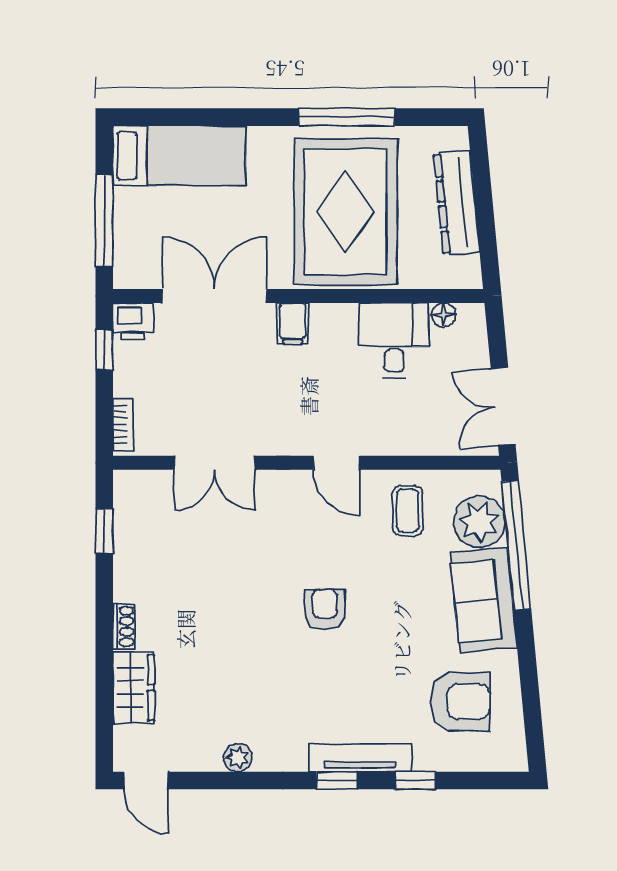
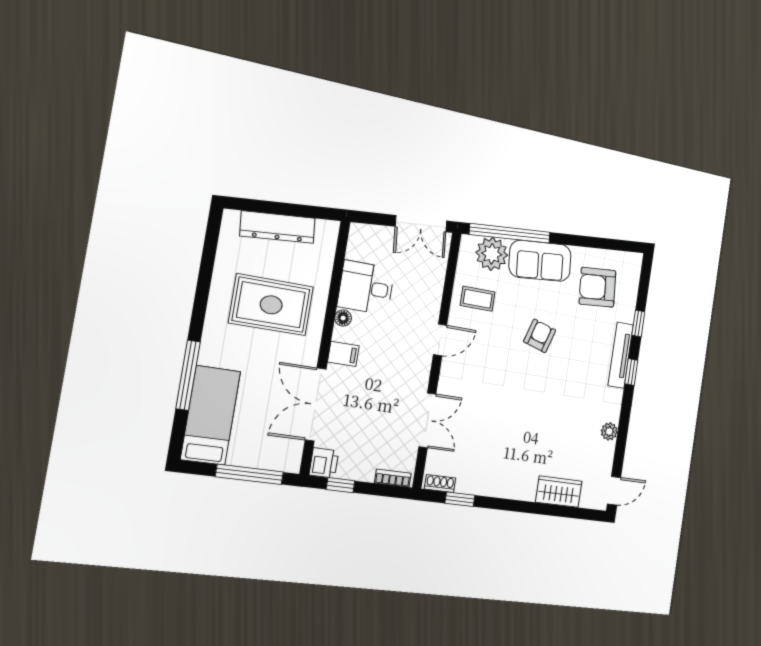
window: (346, 117) -> (188, 375), moved
rug: (346, 212) -> (271, 305), width x0.73, depth x0.69
floor lamp: (444, 315) -> (343, 318), moved
armchair: (325, 609) -> (540, 336), moved, turned 107
shoe rack: (124, 626) -> (440, 483), moved
armchair: (460, 702) -> (598, 287), turned -95

